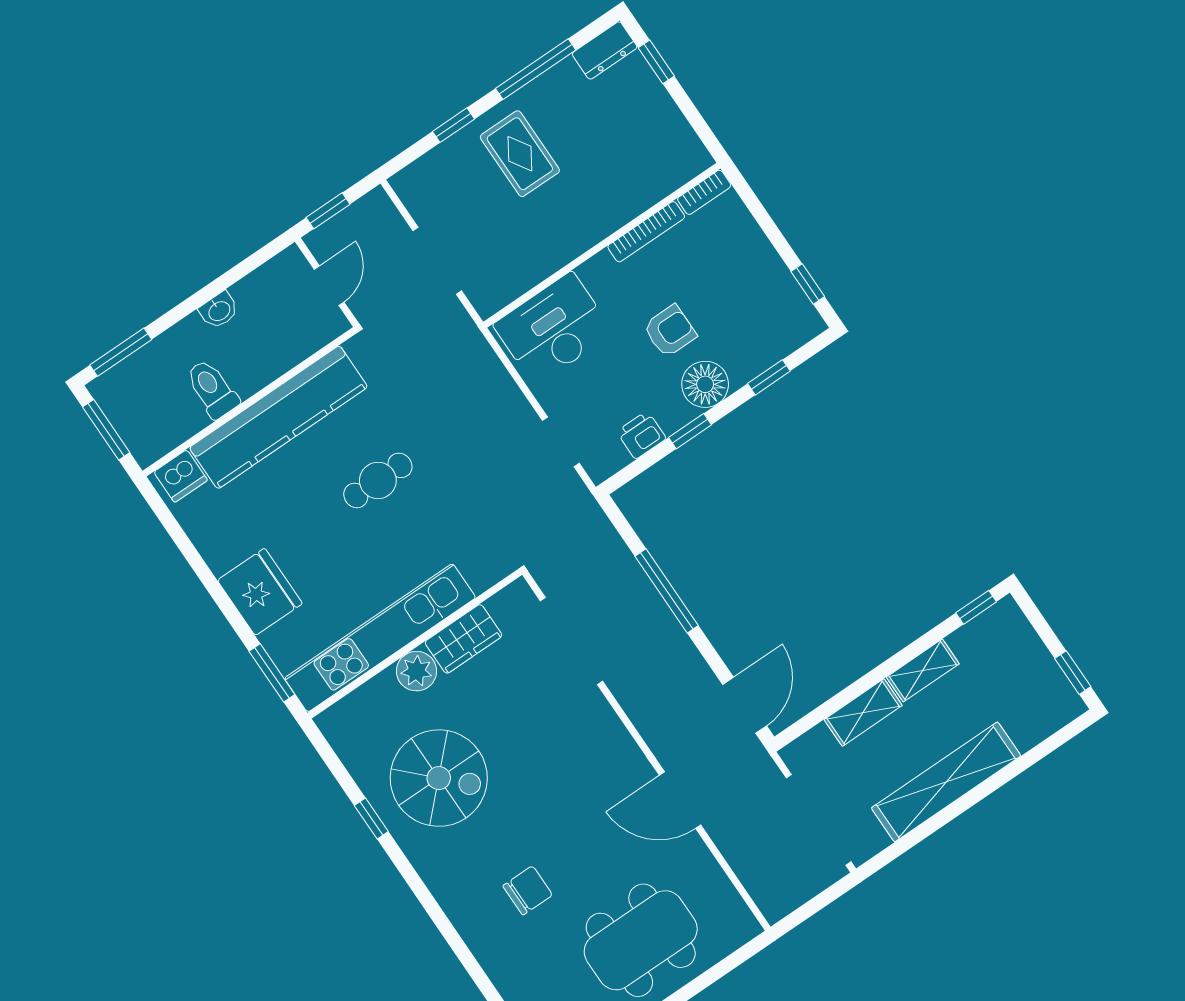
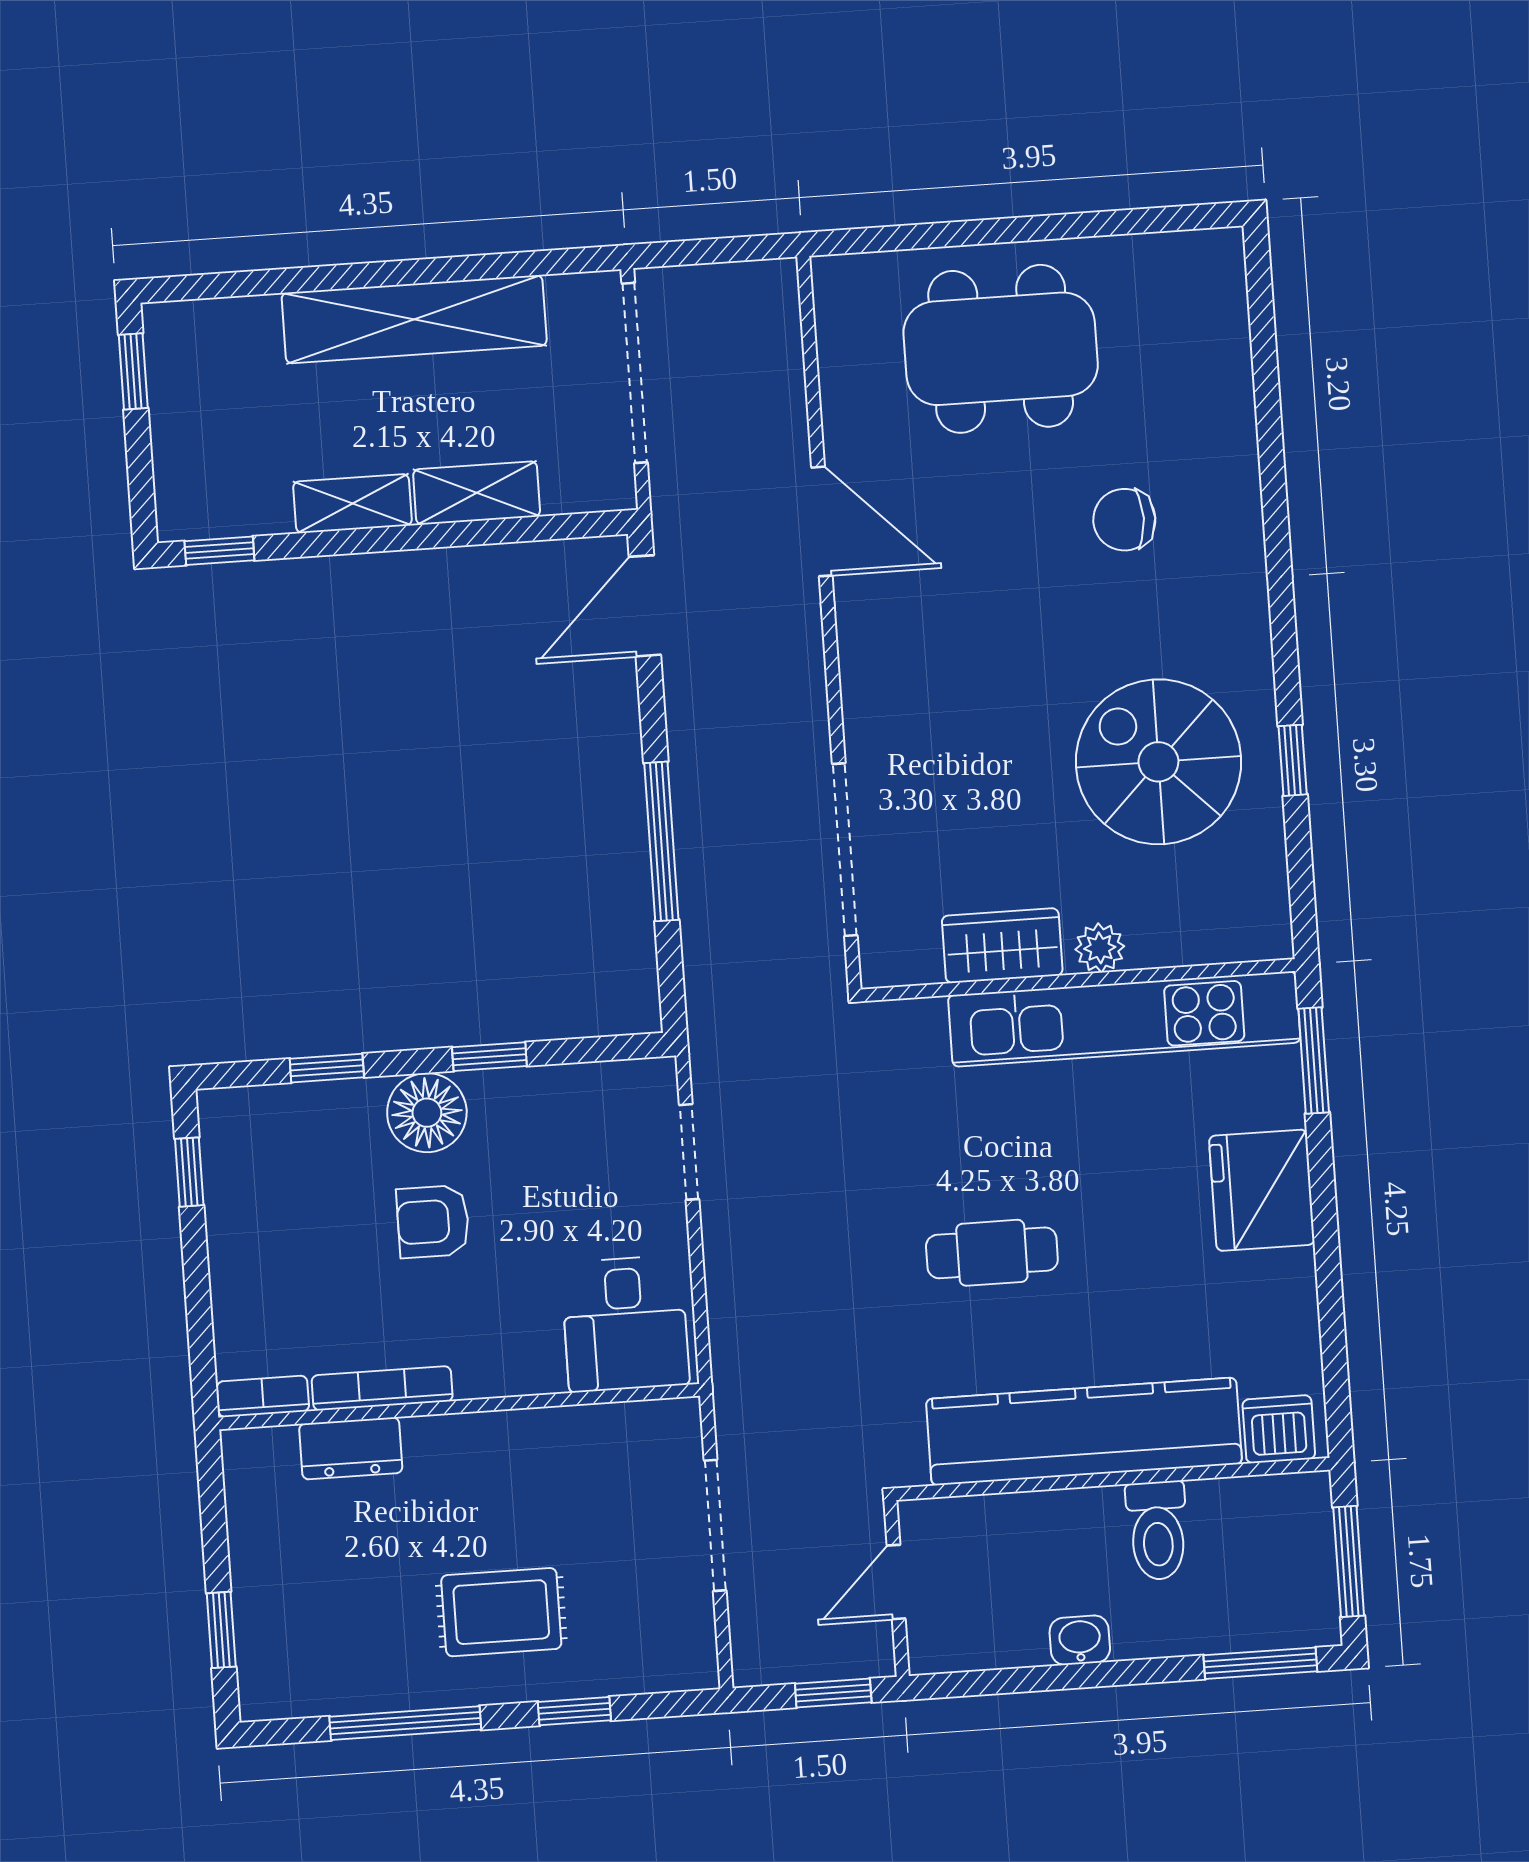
dresser: (605, 50) -> (351, 1448), moved, turned 180
rug: (520, 154) -> (501, 1612), turned 90
desk: (553, 329) -> (625, 1324), width x0.73
printer: (641, 435) -> (564, 1093), removed
plant: (416, 671) -> (1100, 948), width x0.73, depth x0.73

